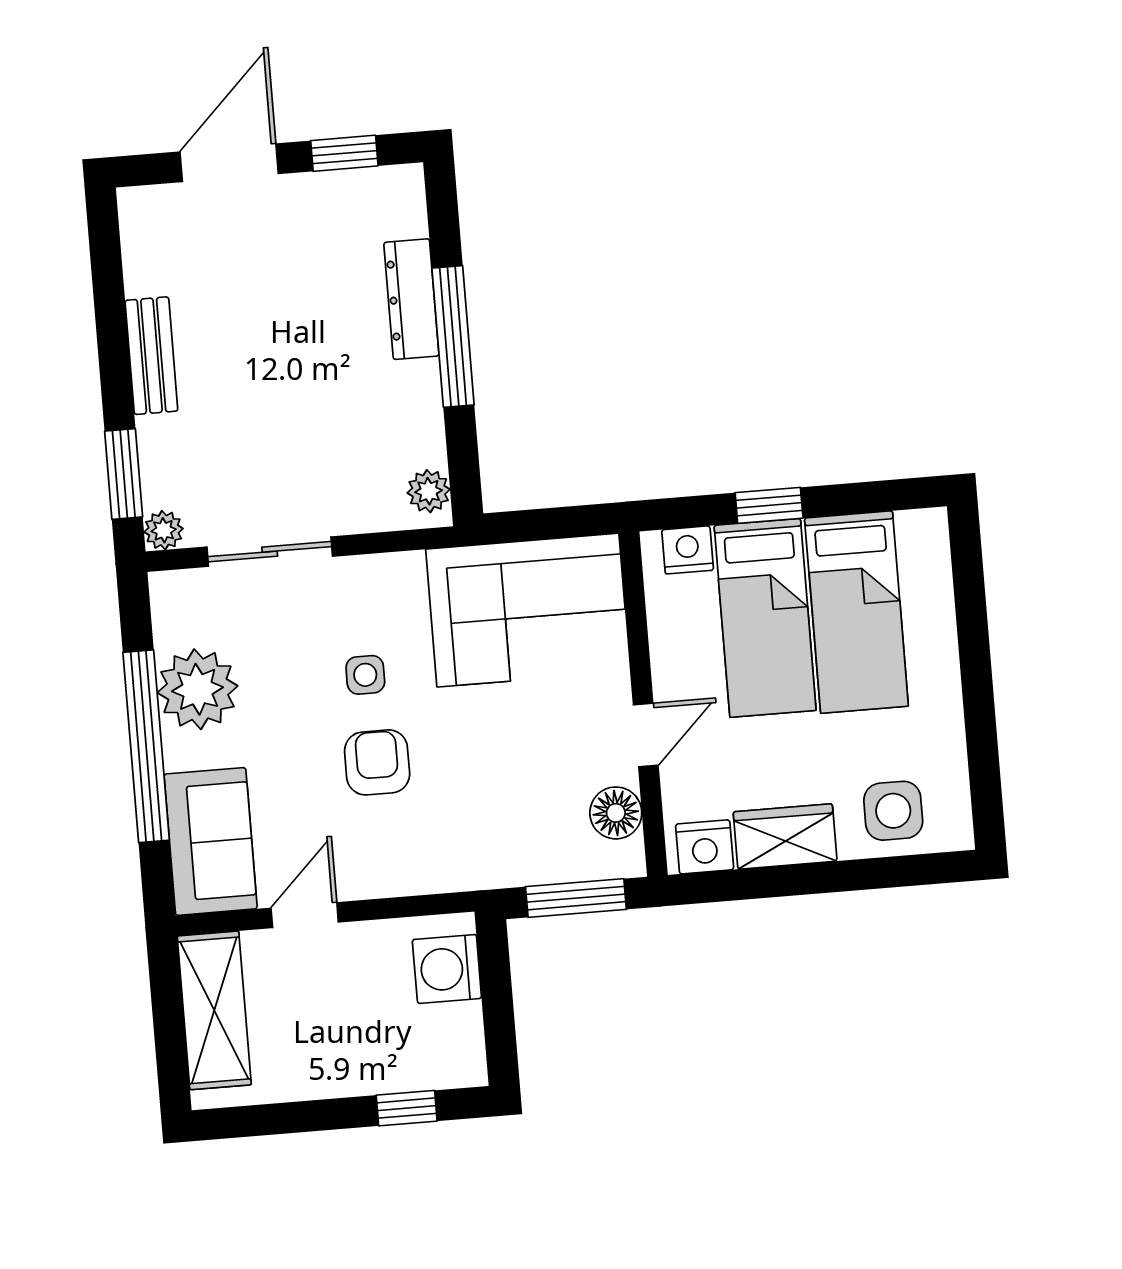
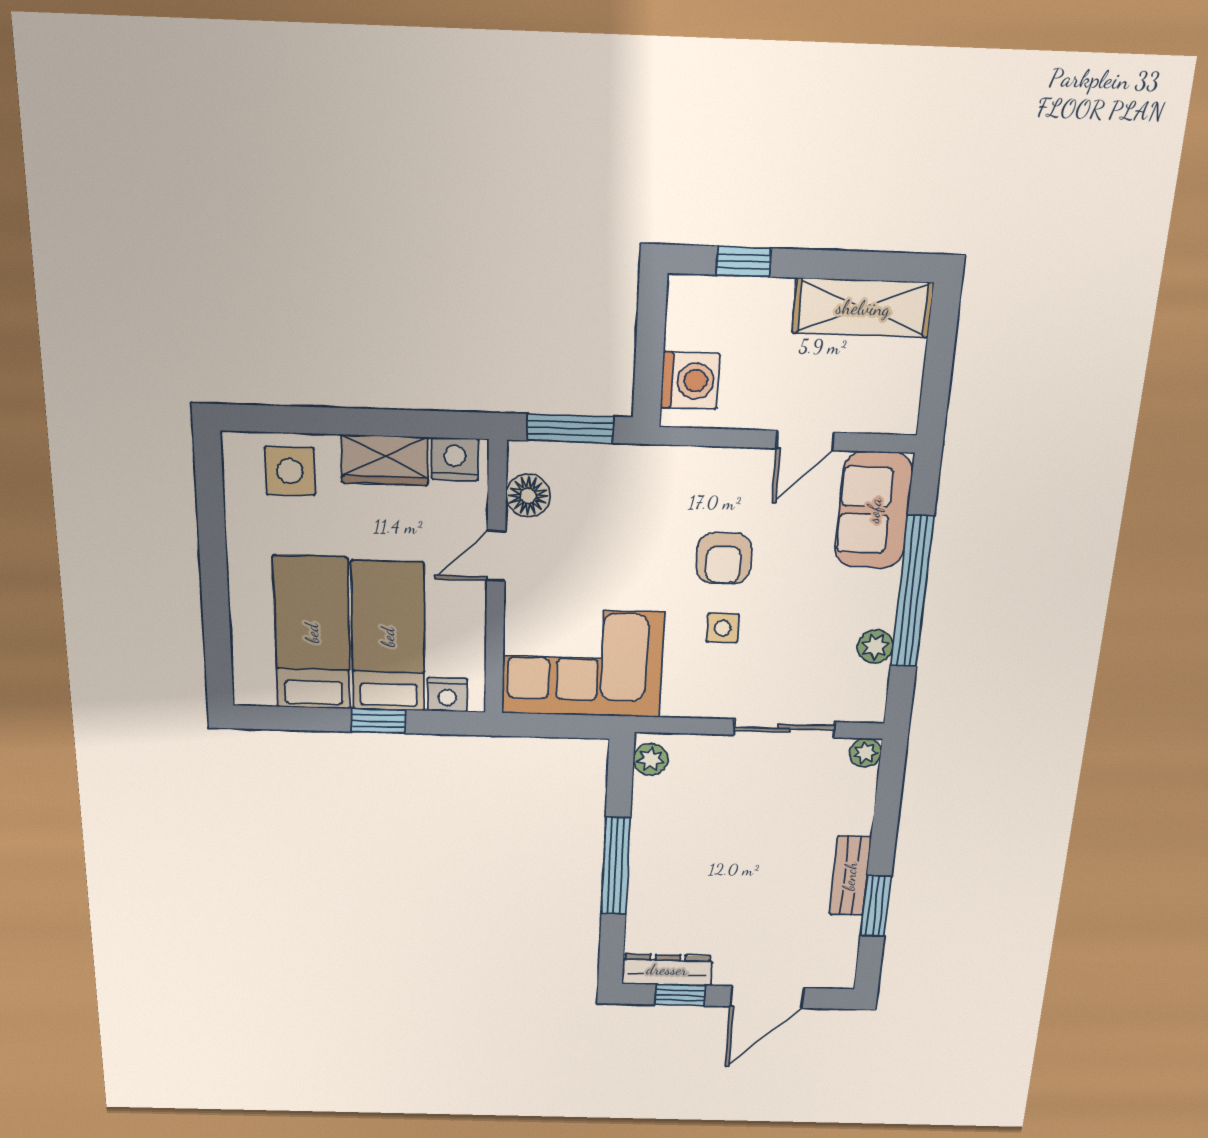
dresser: (411, 299) -> (667, 970), moved, turned -90
window: (124, 474) -> (876, 906), moved
plant: (198, 689) -> (875, 646), width x0.53, depth x0.53
shelving: (214, 1010) -> (863, 308), moved, turned 90

